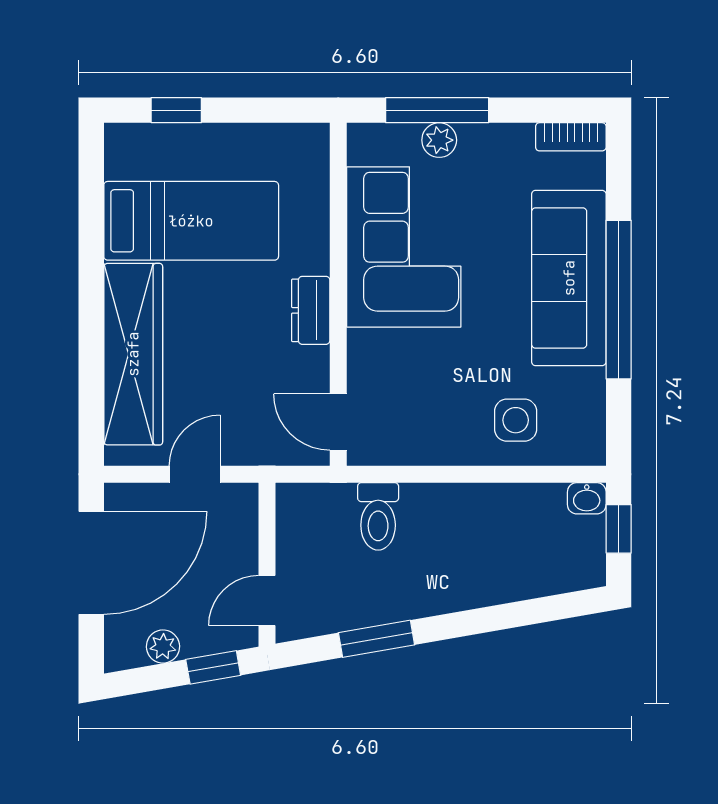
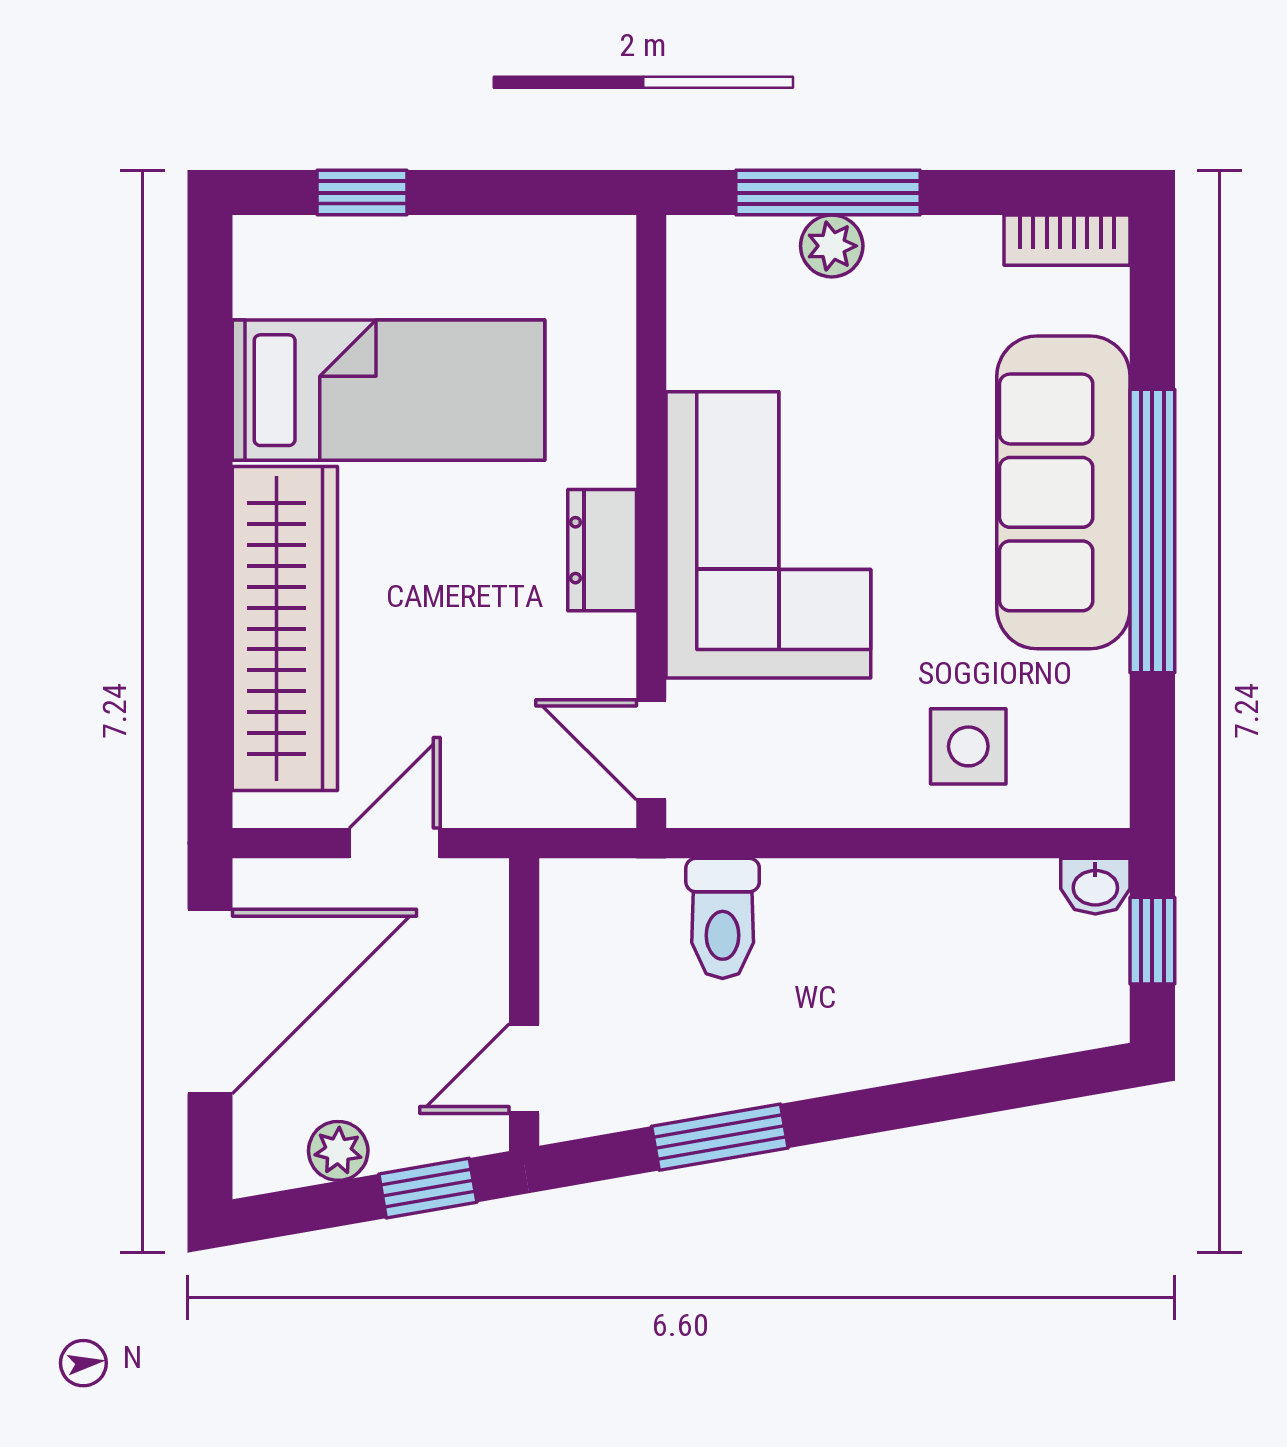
corner sofa: (404, 247) -> (768, 535), moved

